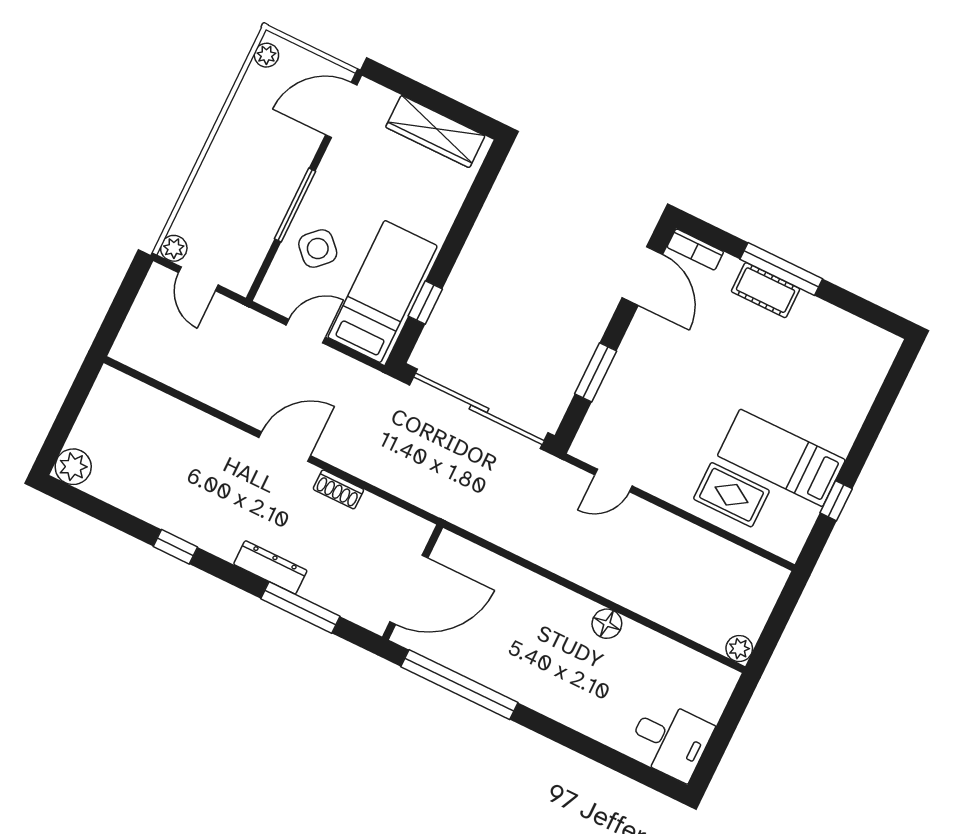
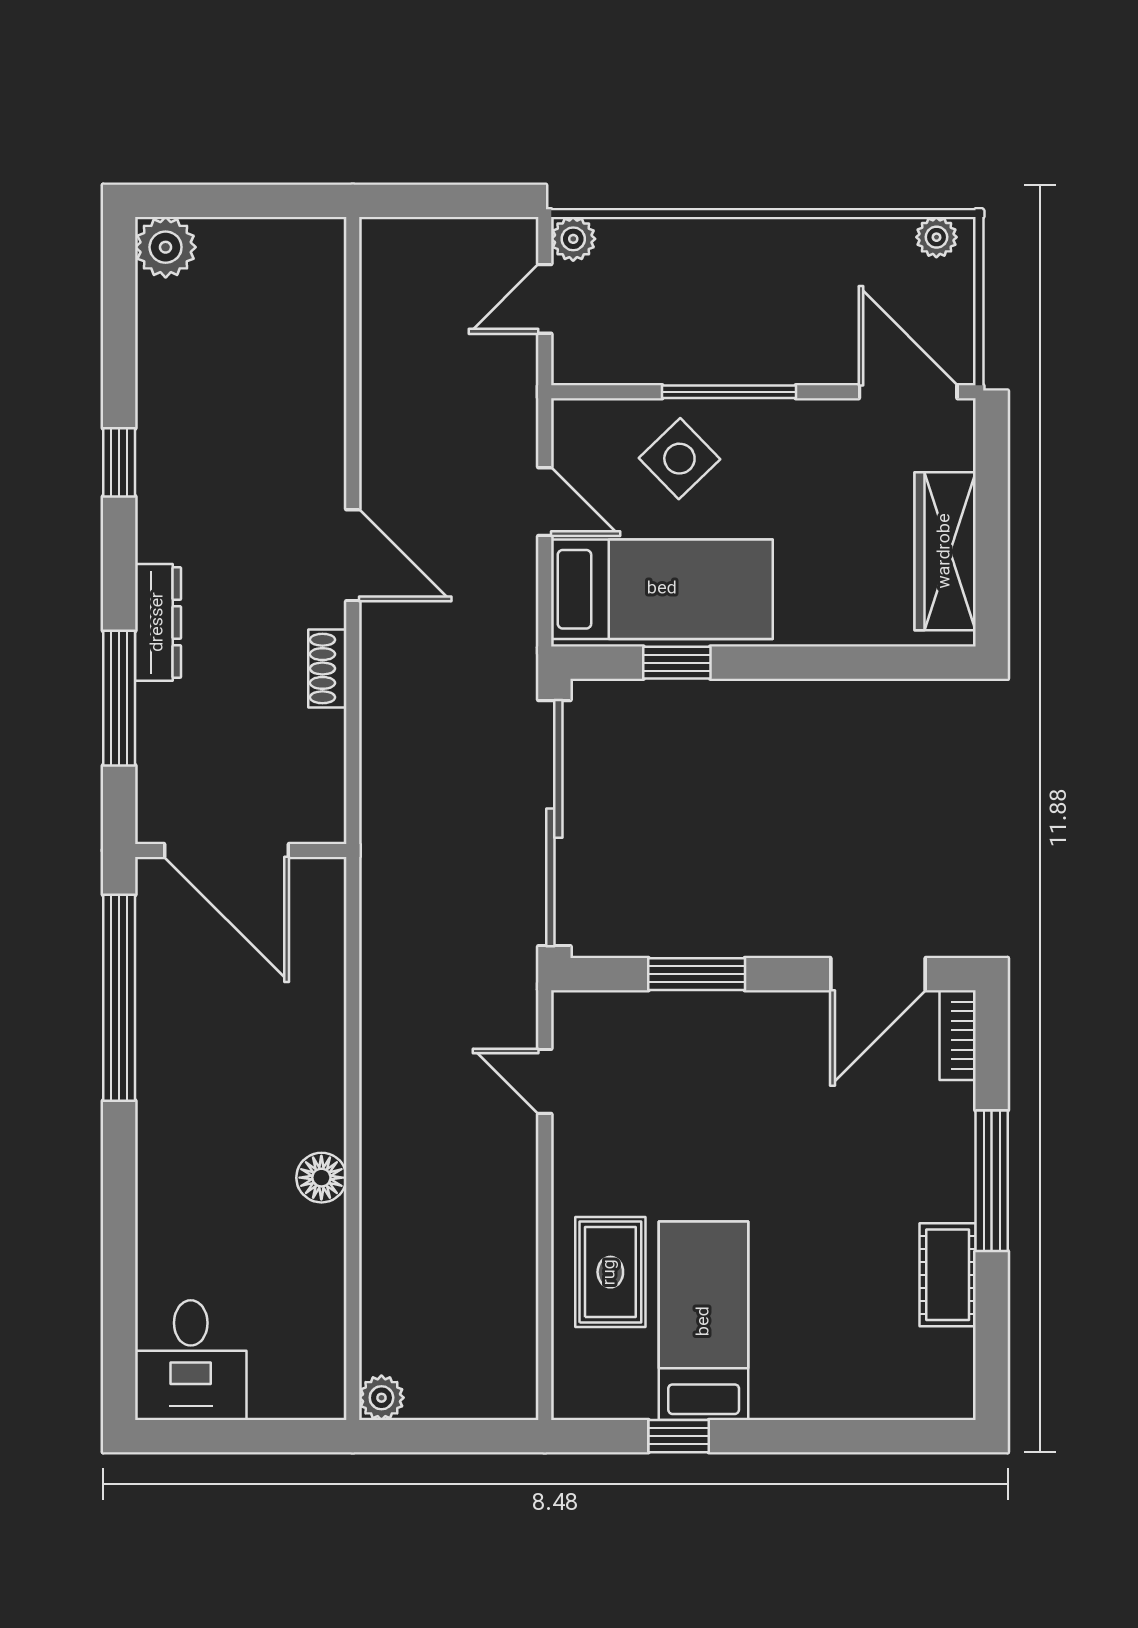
cot: (766, 290) -> (948, 1275), moved

